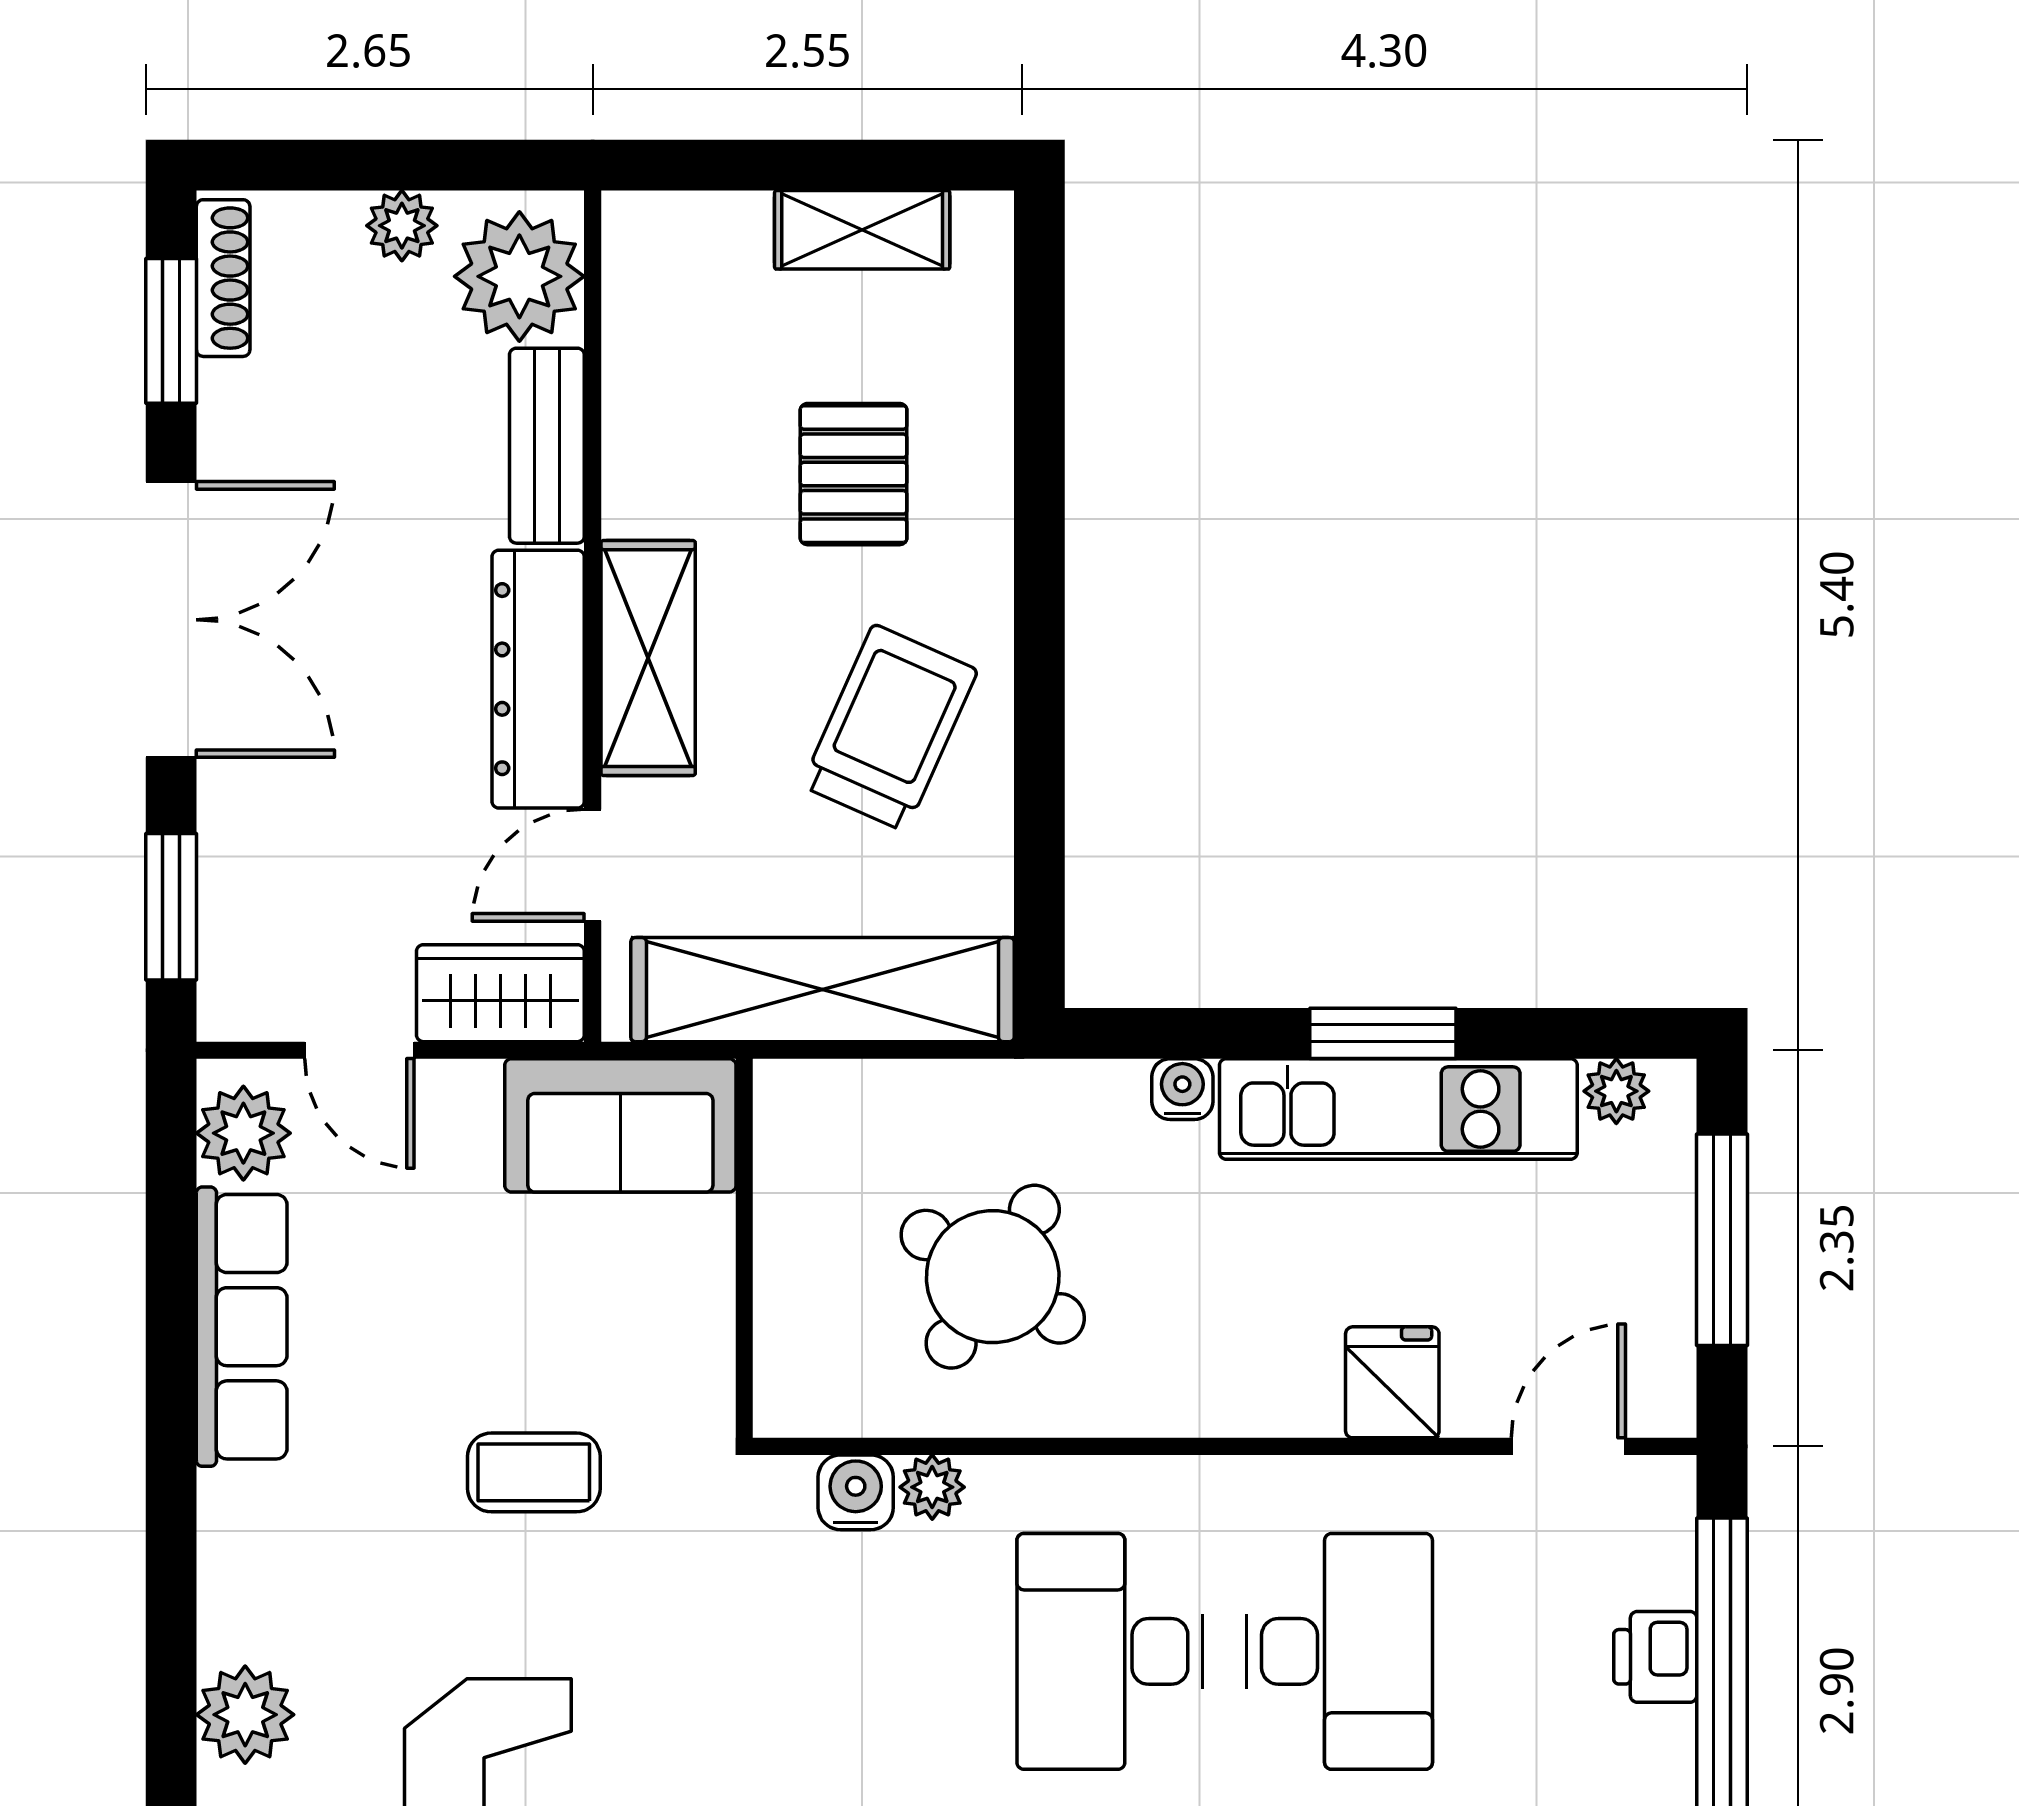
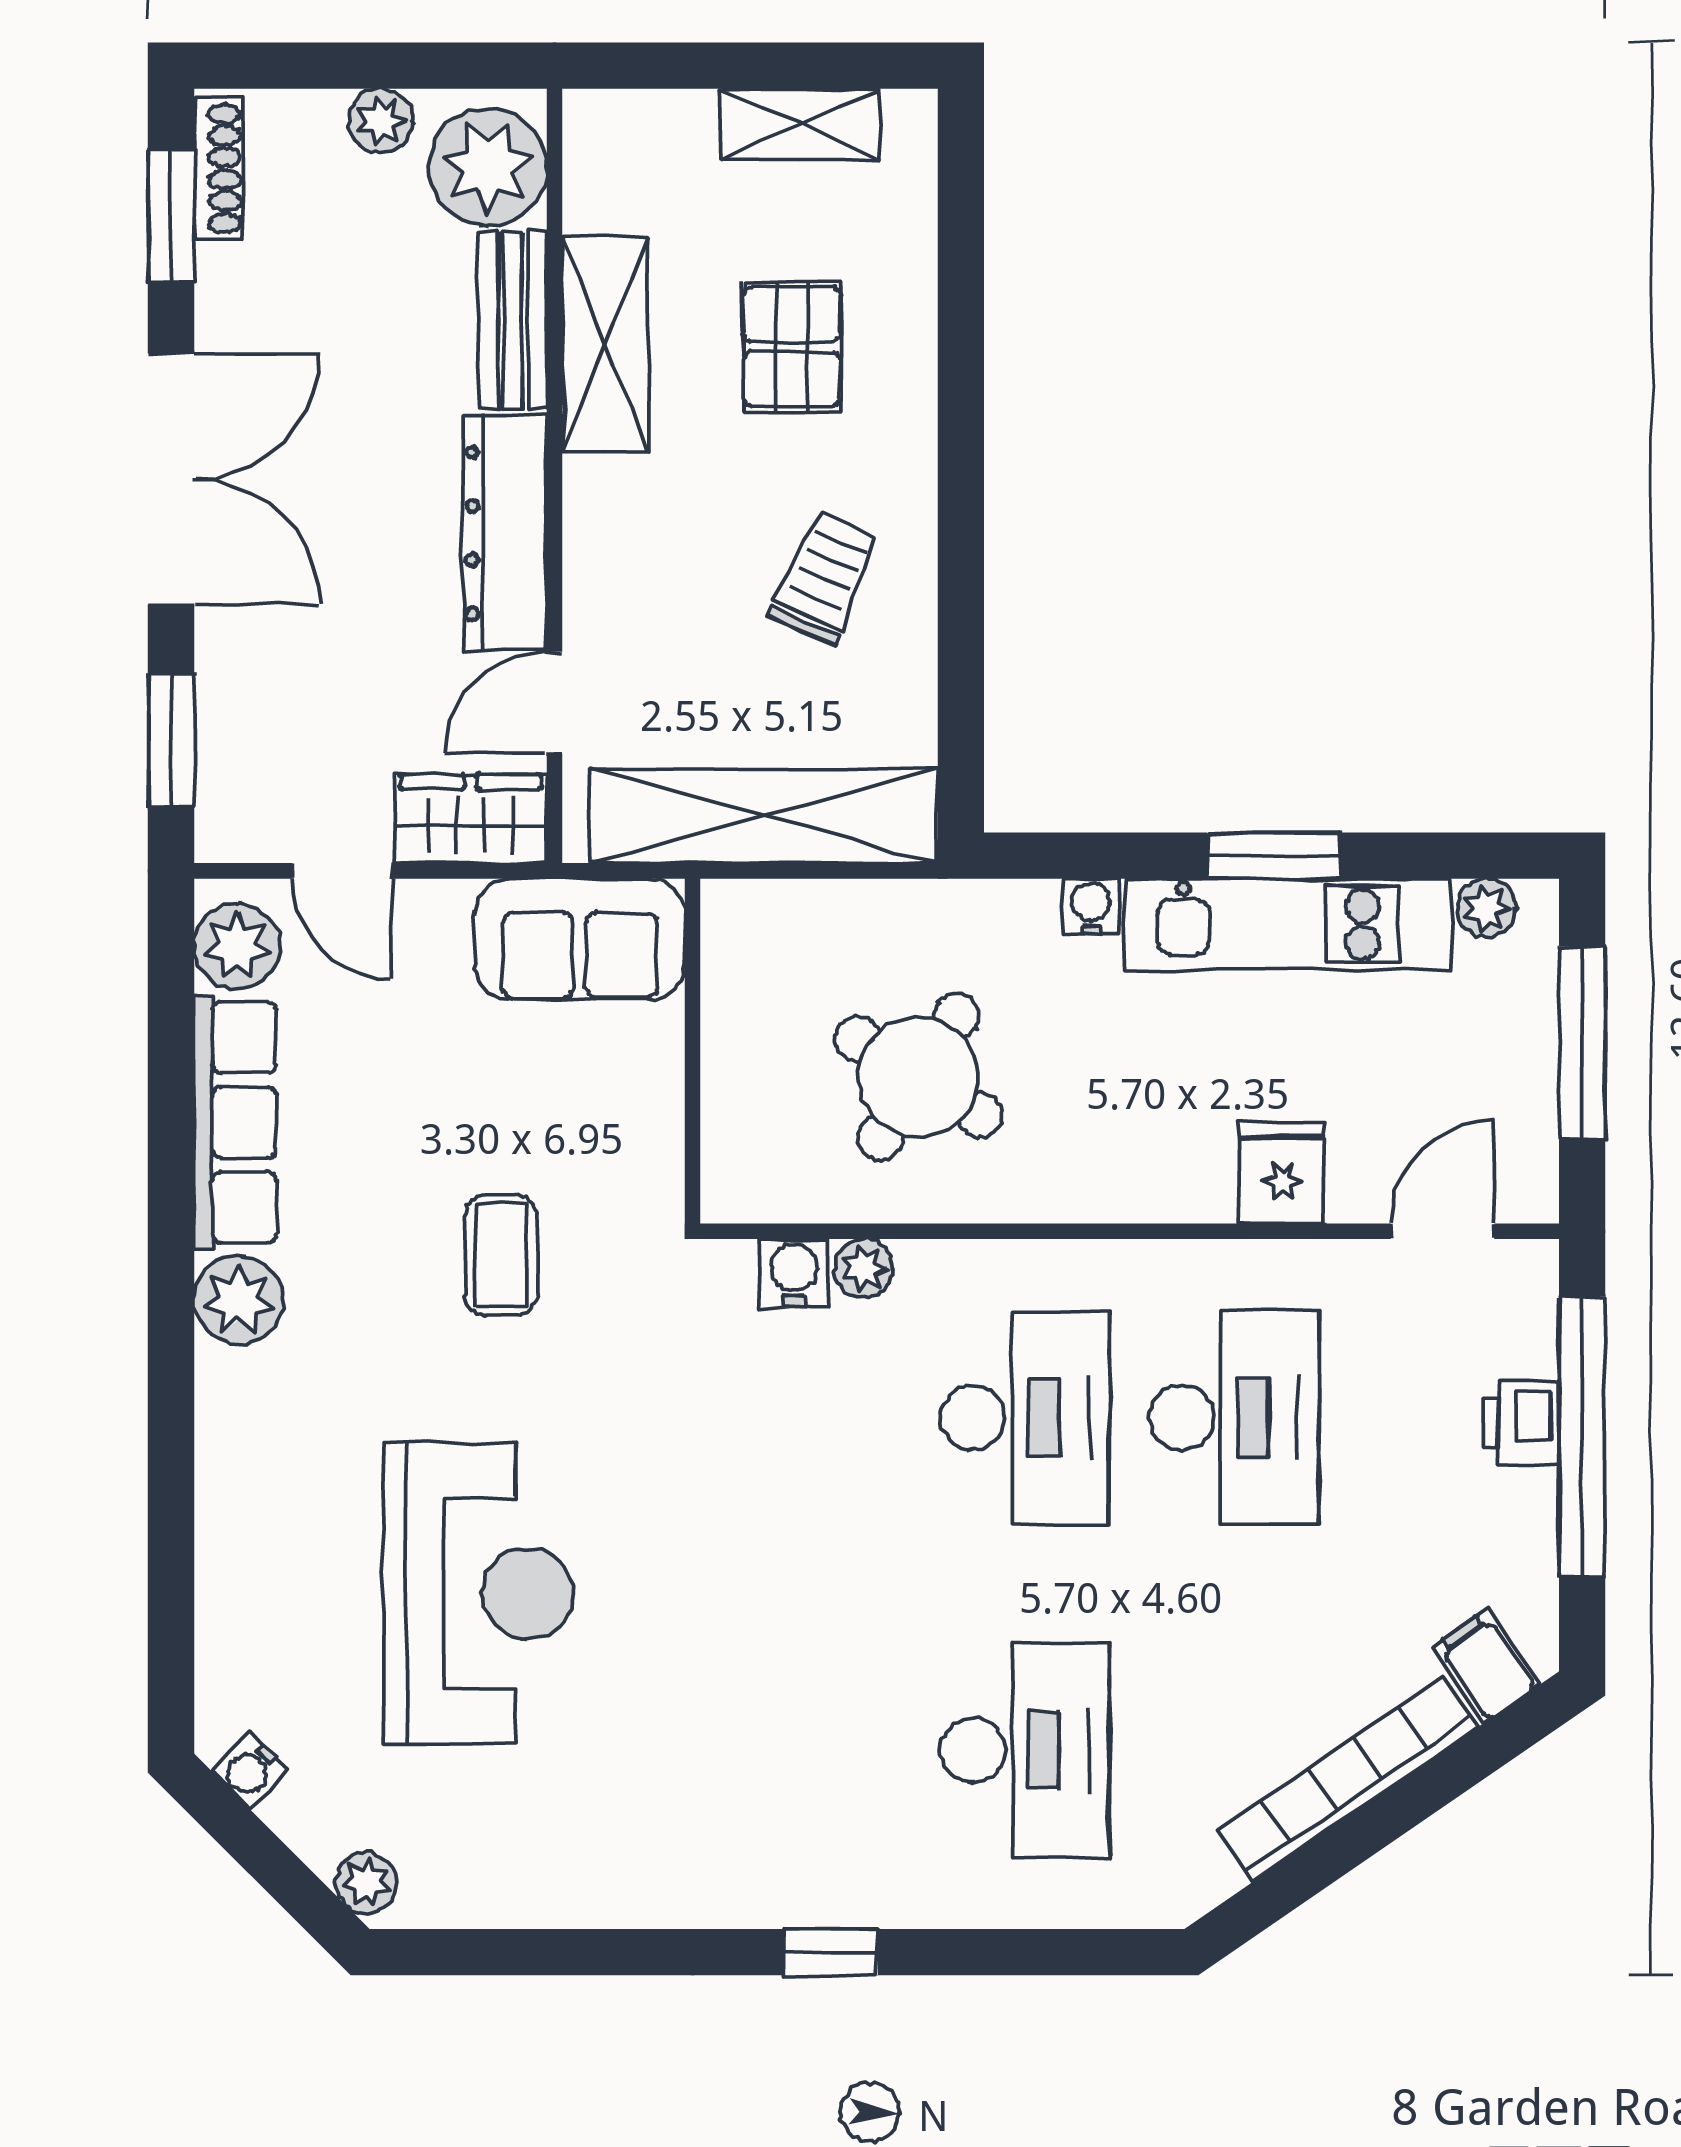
shelving: (648, 658) -> (605, 344), moved
trolley: (890, 728) -> (825, 578), width x0.73, depth x0.72
coffee table: (534, 1472) -> (501, 1255), turned 90
desk: (1110, 1651) -> (1025, 1418), turned 180
plant: (245, 1715) -> (238, 1300), moved

